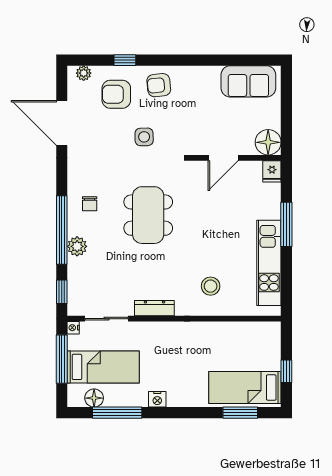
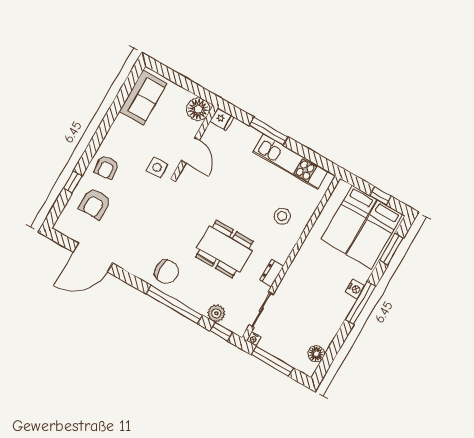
plant: (84, 73) -> (65, 219), removed
side table: (144, 137) -> (157, 167), moved
chair: (90, 204) -> (167, 272), width x1.87, depth x1.87
dining table: (148, 215) -> (224, 249), moved
plant: (77, 246) -> (216, 313), moved
dresser: (154, 308) -> (272, 273), width x0.70
bed: (103, 367) -> (349, 219), moved, turned 180
nightstand: (157, 399) -> (355, 289), moved
window: (117, 413) -> (361, 303), moved

